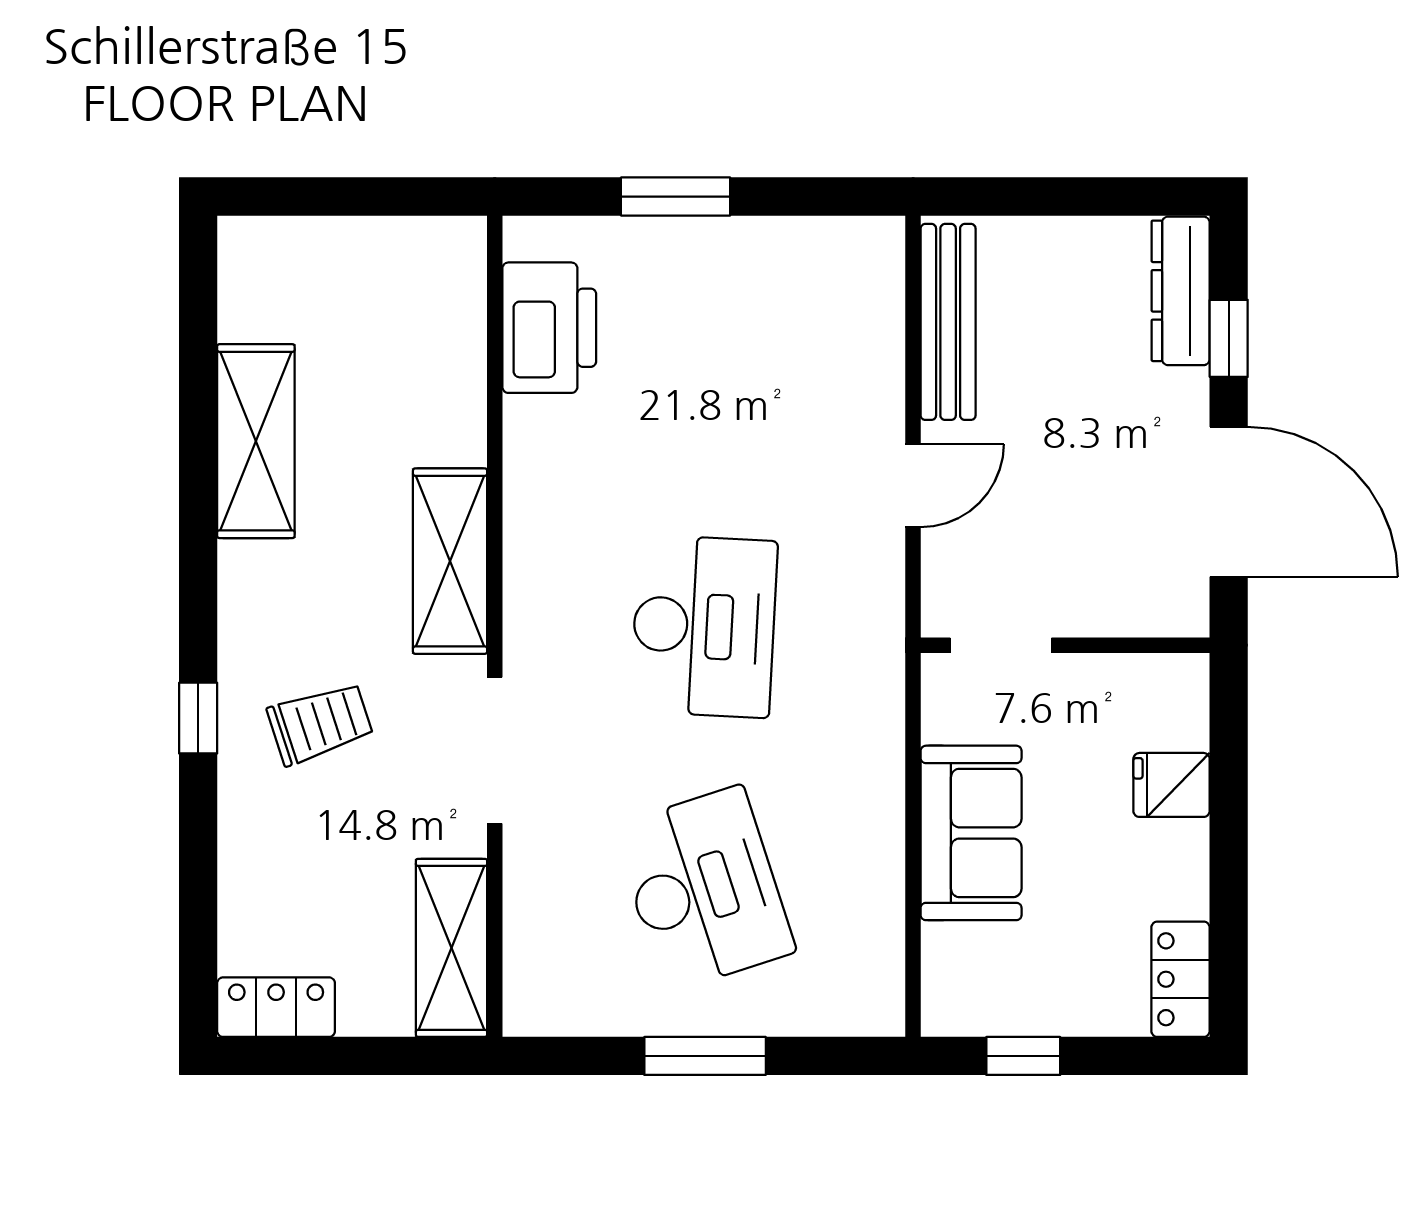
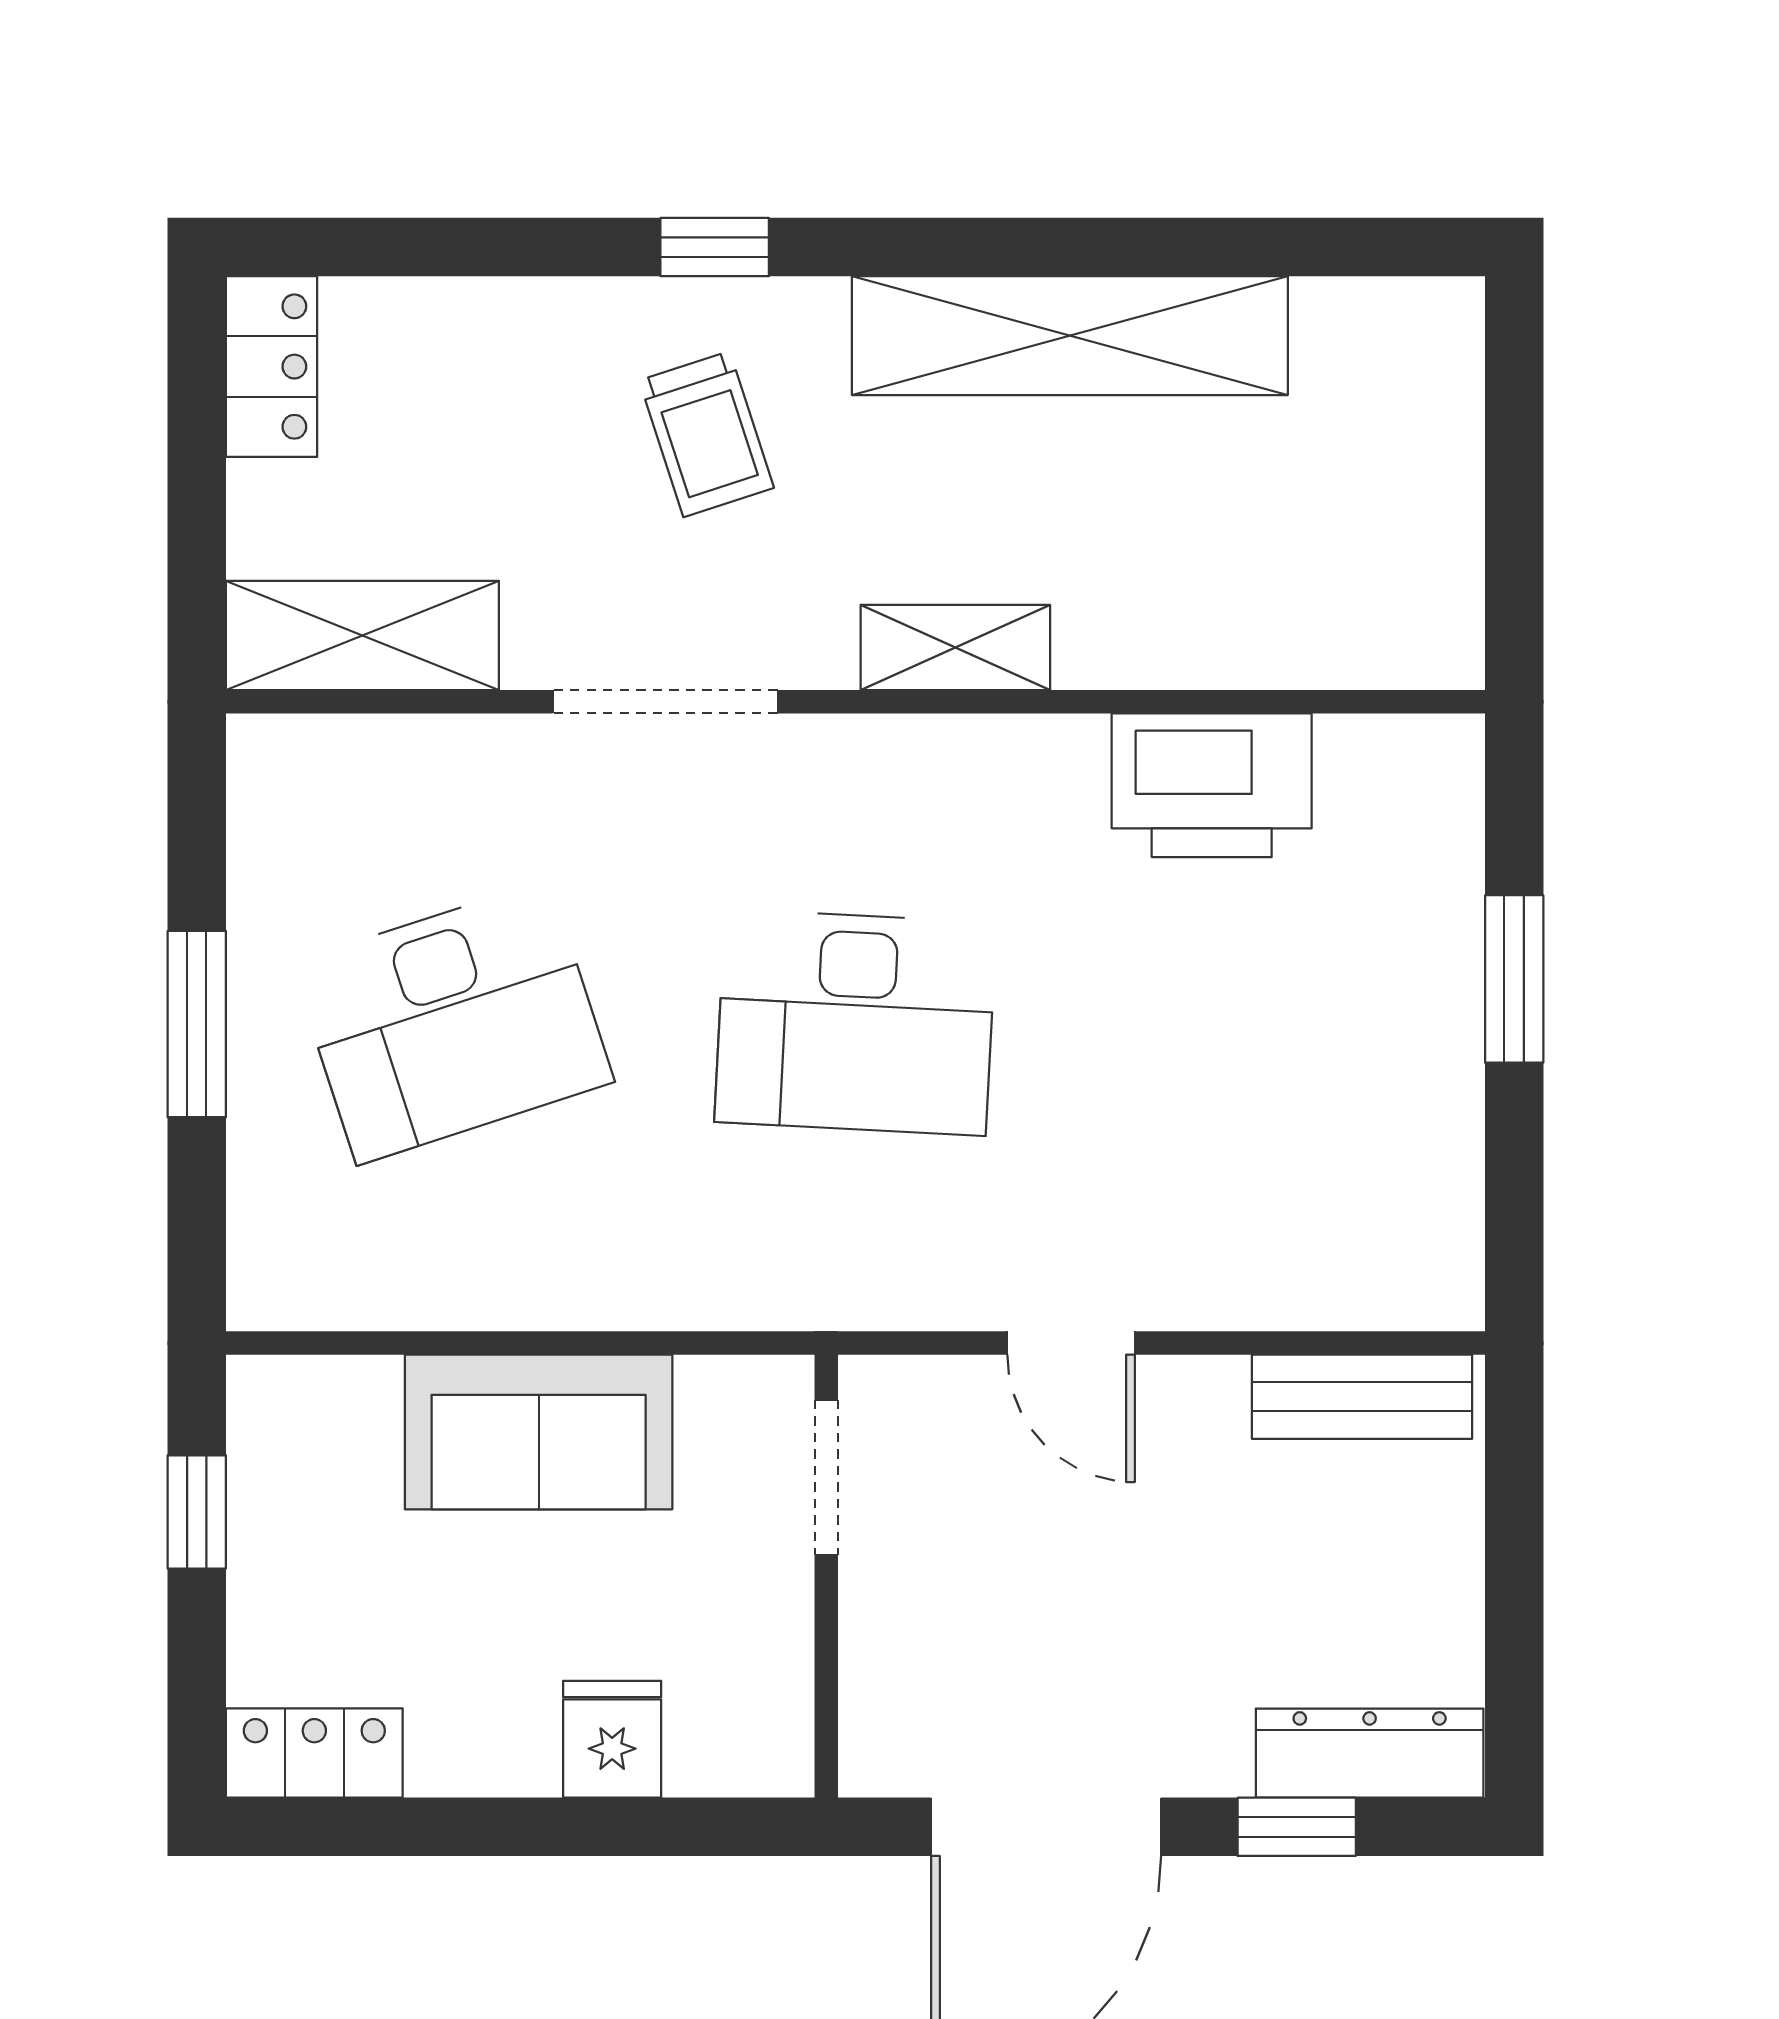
bench: (948, 322) -> (1362, 1397), width x0.73
printer: (549, 328) -> (1212, 785), moved
shelving: (256, 441) -> (1070, 336), width x1.47
shelving: (450, 561) -> (955, 647), width x0.67, depth x0.75

